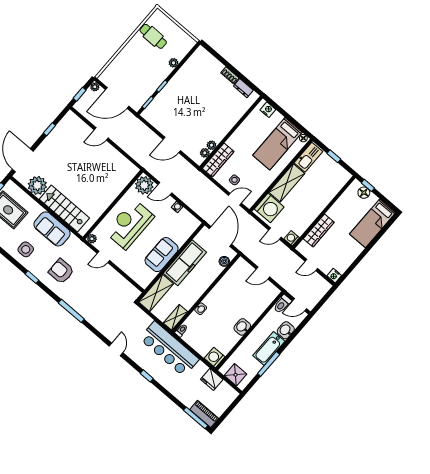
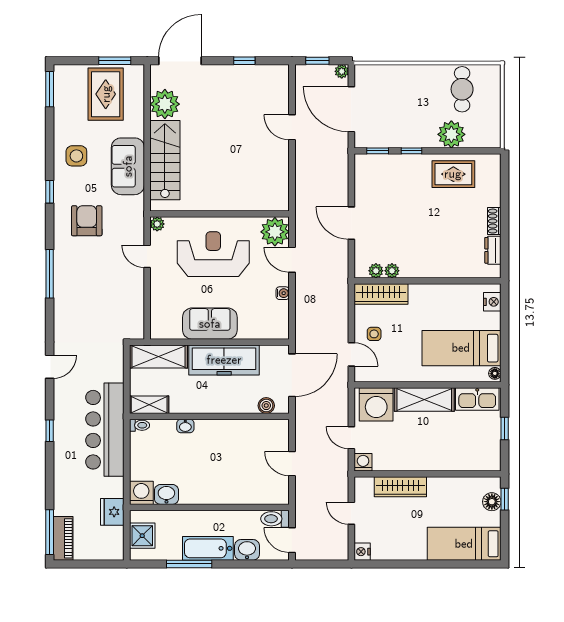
plant: (174, 63) -> (451, 134), width x1.88, depth x1.88
rug: (190, 76) -> (453, 174), added
washbasin: (242, 327) -> (166, 494), moved

